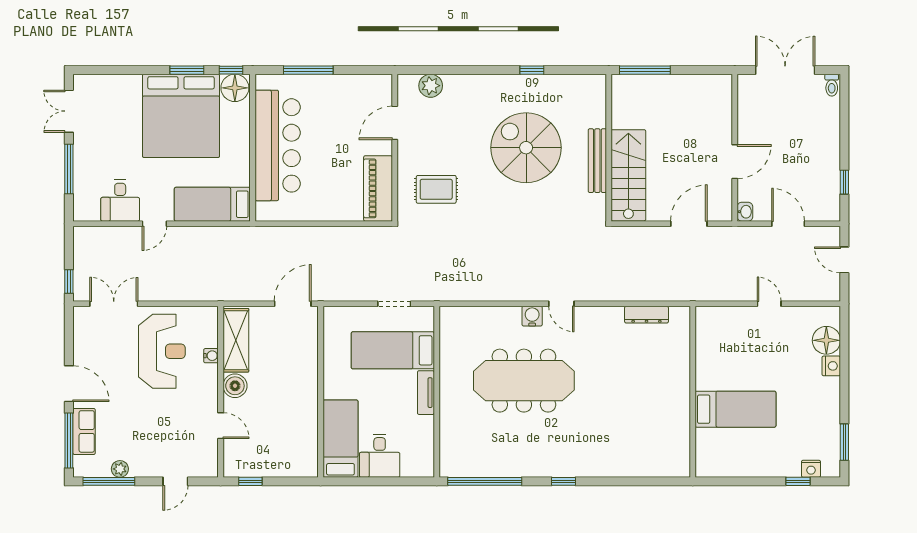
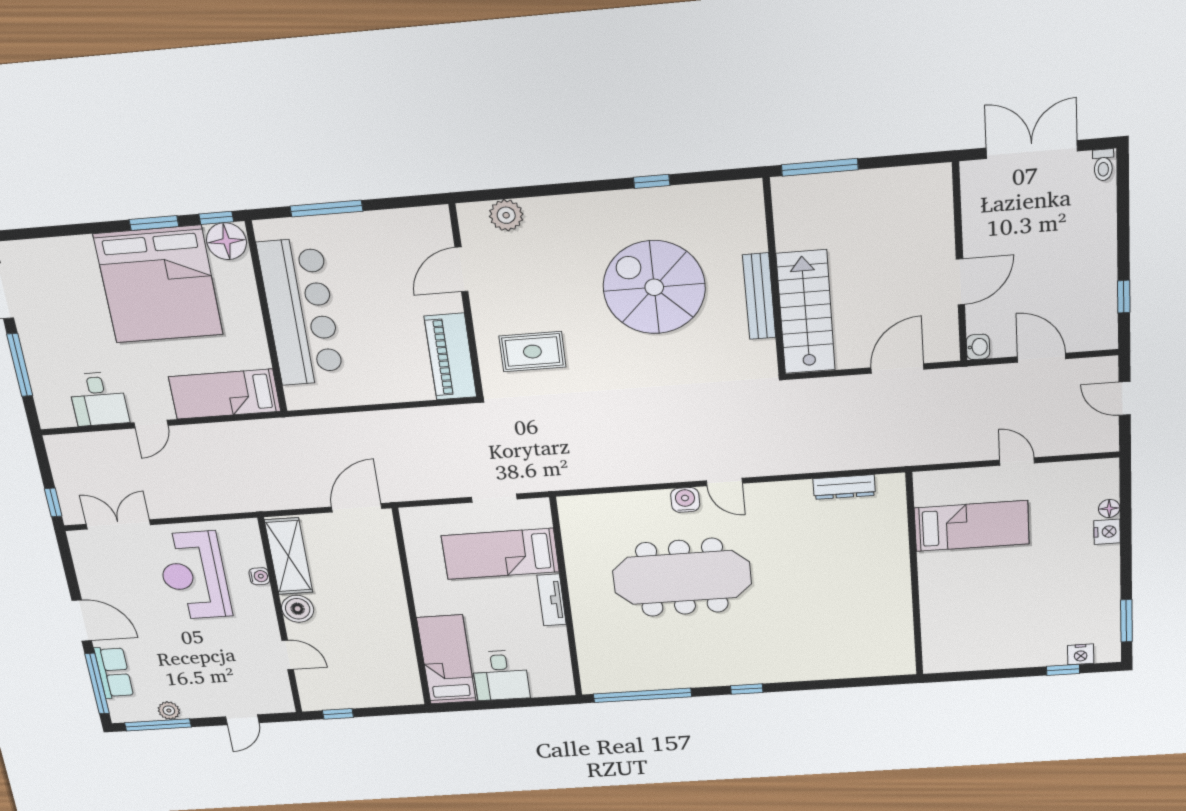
floor lamp: (826, 340) -> (1109, 508), width x0.53, depth x0.53
reception desk: (162, 351) -> (194, 575), turned 180
bed: (735, 409) -> (972, 526), moved

